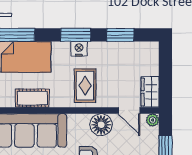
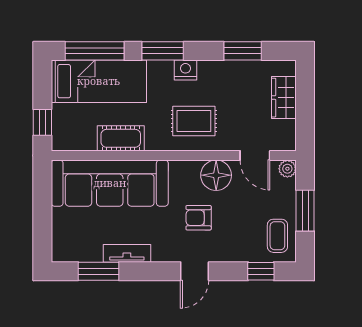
window: (76, 35) -> (163, 51), moved
rug: (85, 86) -> (194, 121), turned 90
wardrobe: (150, 92) -> (284, 98), moved

